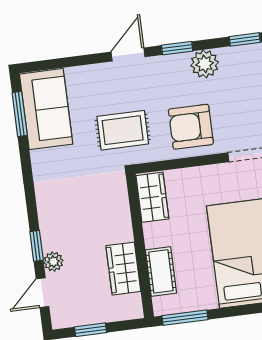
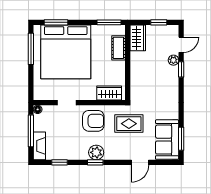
door: (128, 54) -> (140, 162), moved
plant: (205, 64) -> (96, 152), moved
wardrobe: (152, 197) -> (109, 93), moved, turned 90
wardrobe: (123, 269) -> (138, 38), moved

